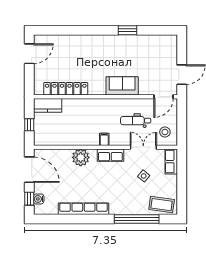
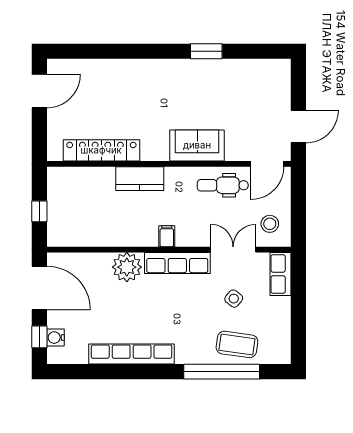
kitchen counter: (48, 105) -> (140, 179), moved
dental chair: (136, 121) -> (223, 185), moved
row of seats: (110, 155) -> (177, 263), width x1.48
coffee table: (162, 205) -> (237, 344), moved

